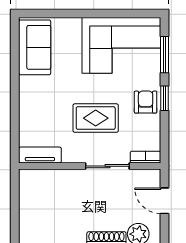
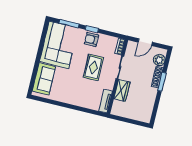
sofa: (35, 47) -> (44, 79), moved, turned 90
wardrobe: (67, 180) -> (122, 90), added

